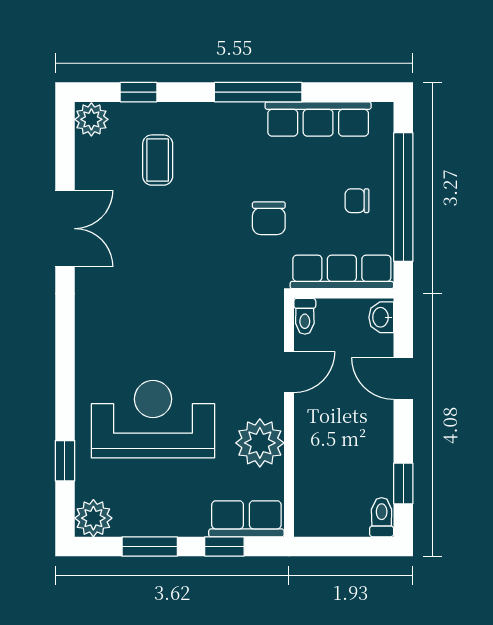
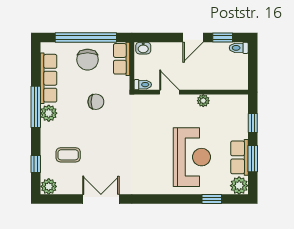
plant: (245, 119) -> (49, 113), added
chair: (357, 201) -> (88, 60), width x1.87, depth x1.87
row of seats: (342, 272) -> (122, 59), width x0.68
door: (403, 378) -> (193, 38), moved
reception desk: (153, 419) -> (192, 157), turned 180
plant: (260, 443) -> (203, 101), width x0.53, depth x0.53
row of seats: (246, 519) -> (239, 157), moved

